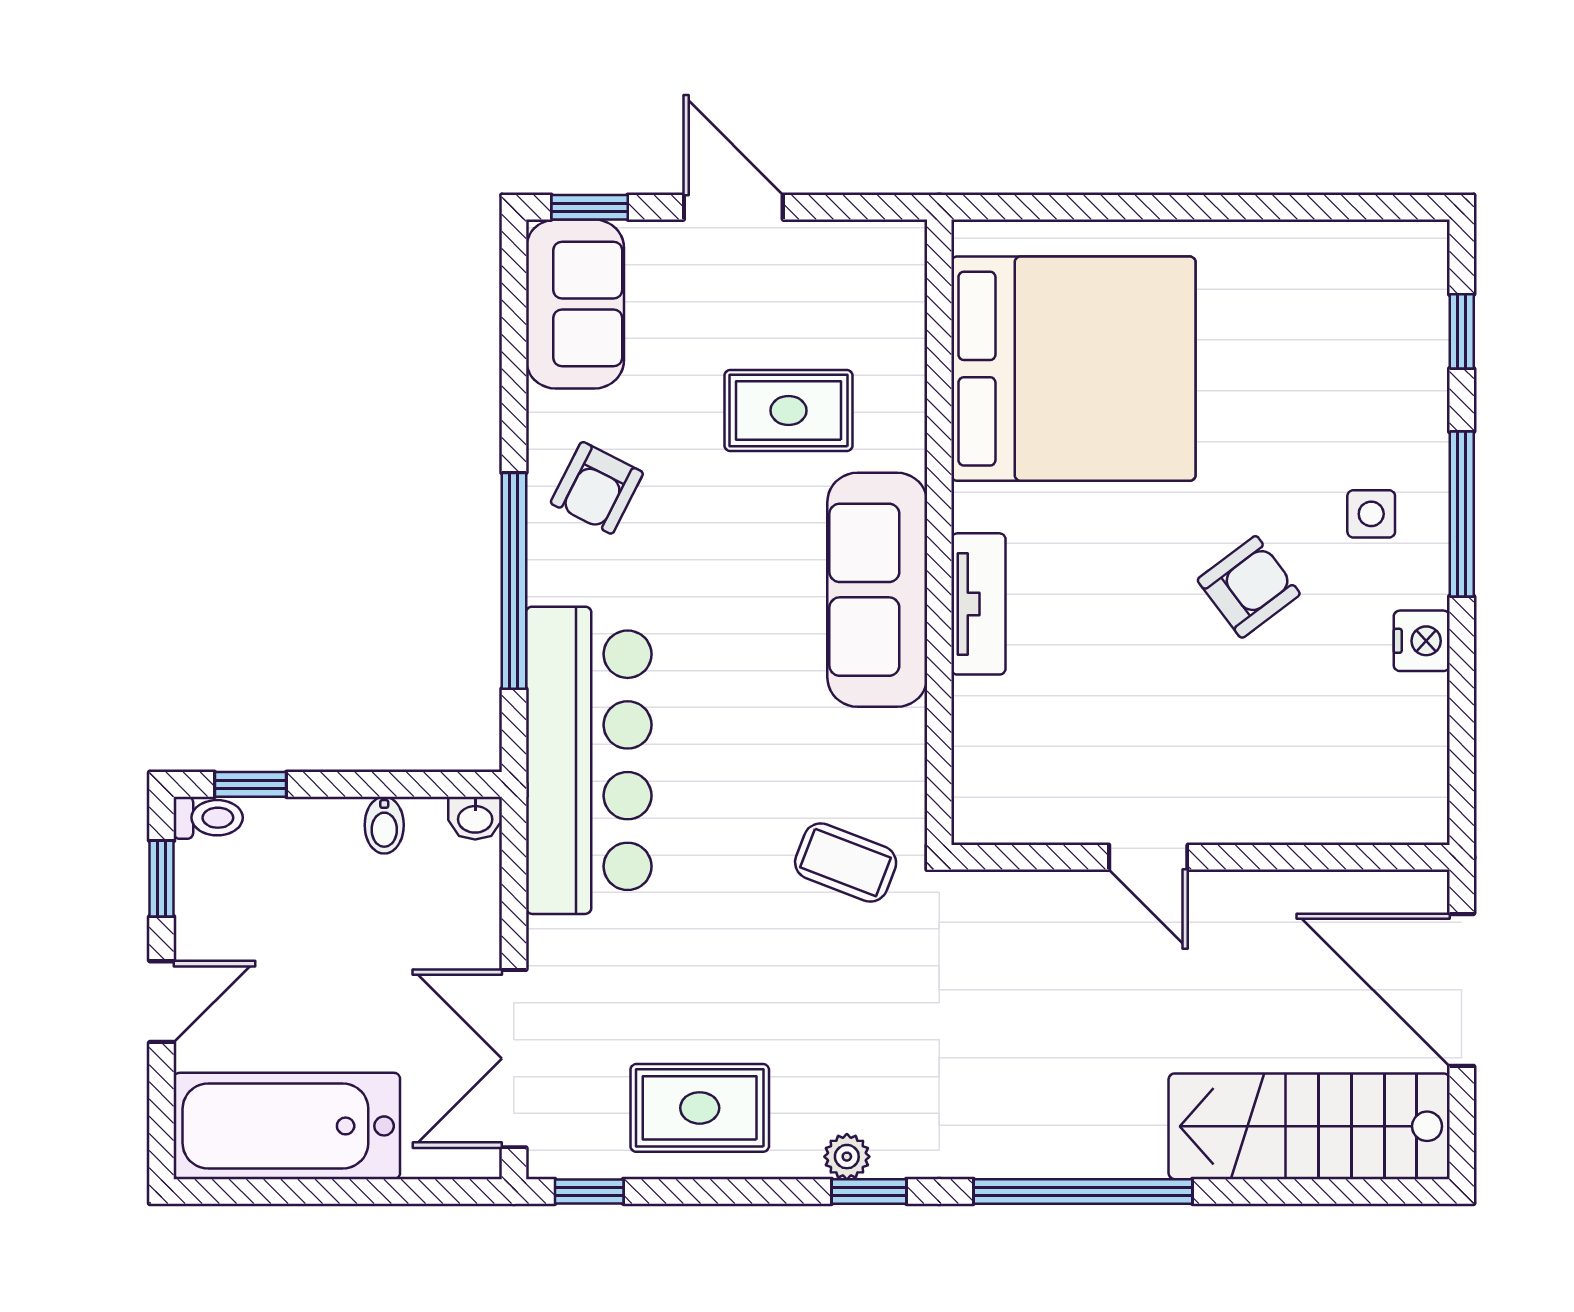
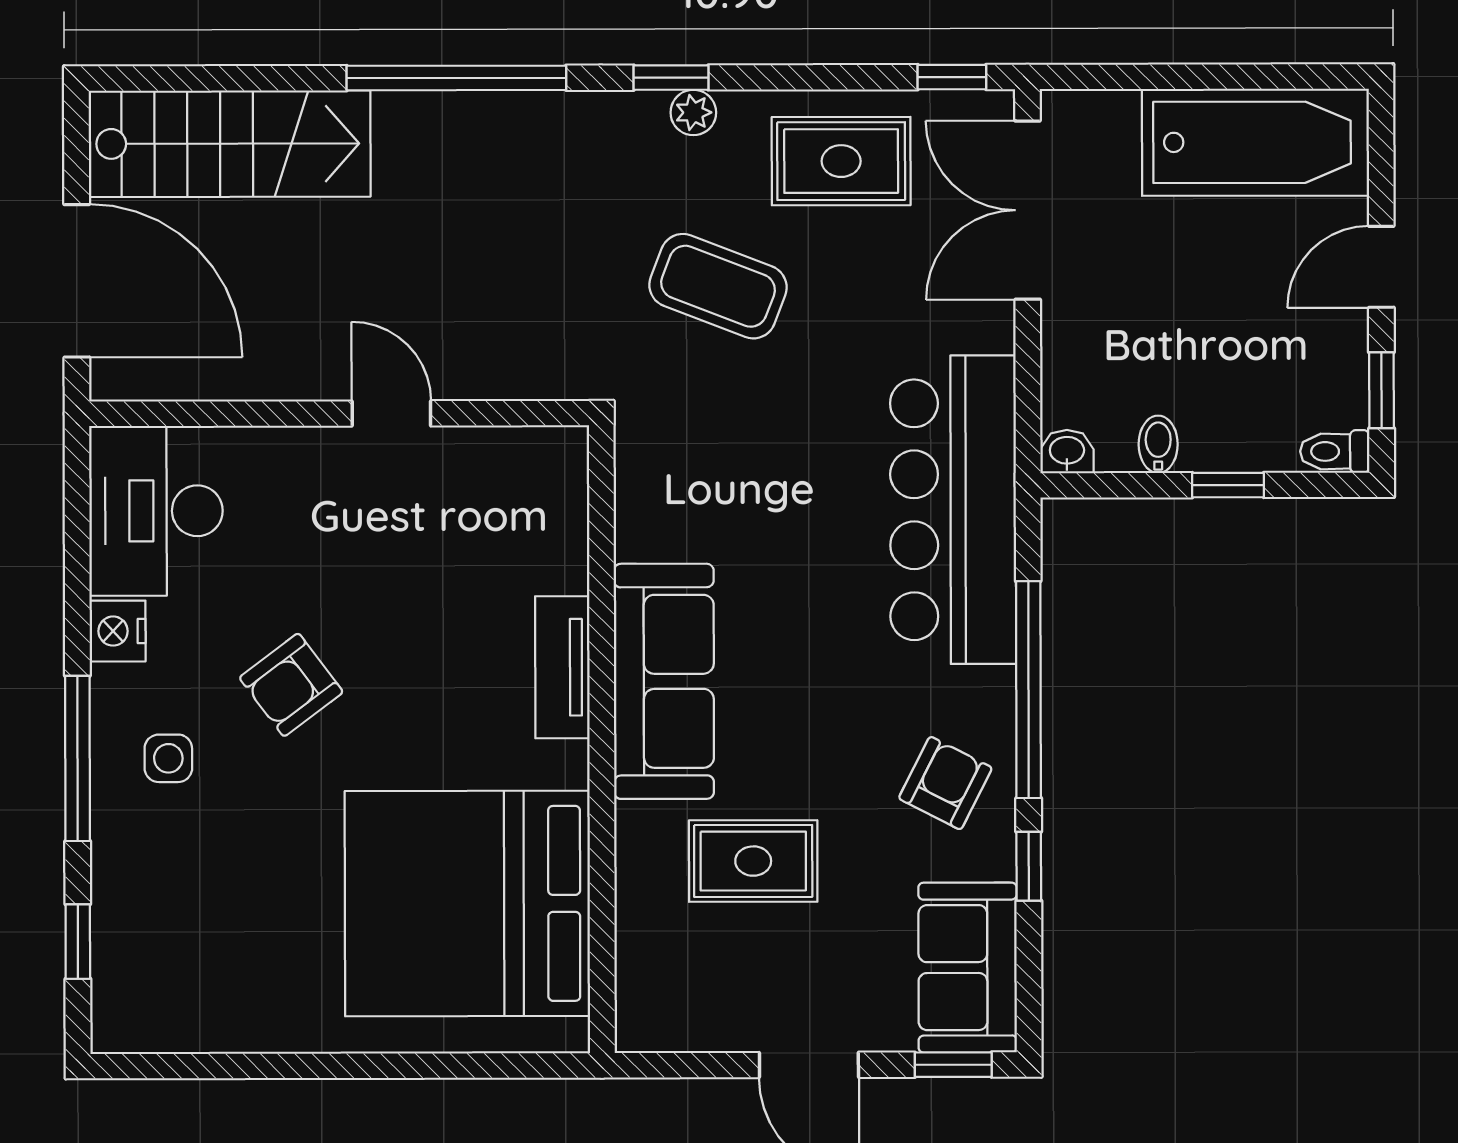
window: (514, 405) -> (1029, 866), added
desk: (1383, 761) -> (156, 511), added
window: (250, 784) -> (1228, 485), moved
coffee table: (846, 862) -> (718, 286), moved, width x1.36, depth x1.30
double door: (514, 1059) -> (1028, 210), swing flipped

